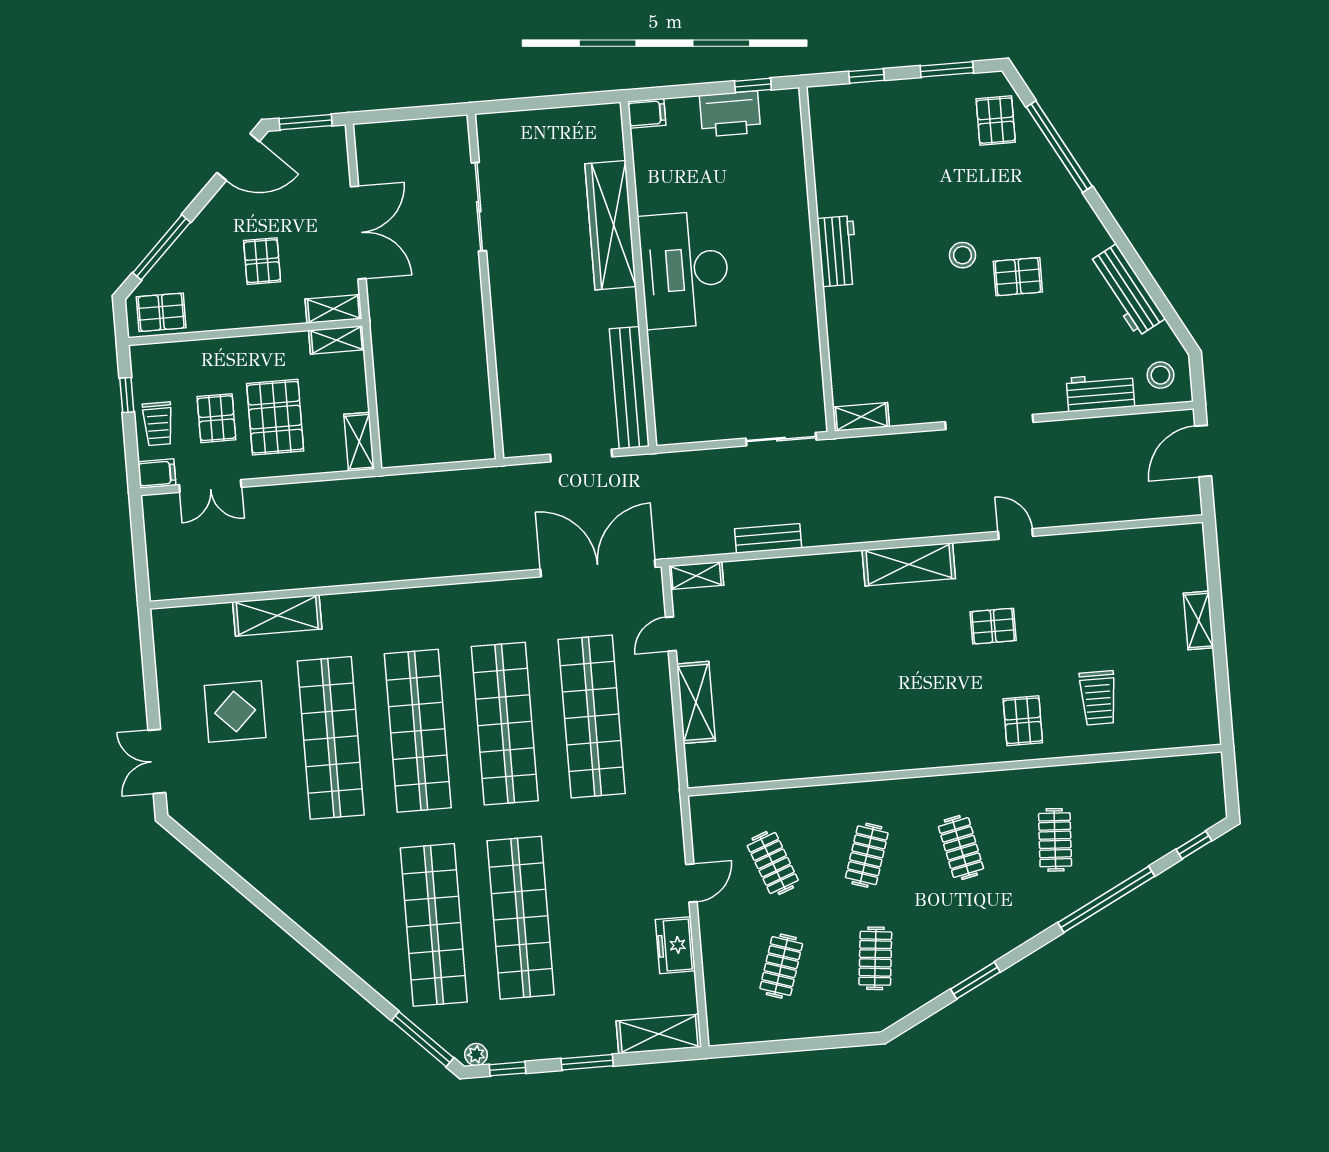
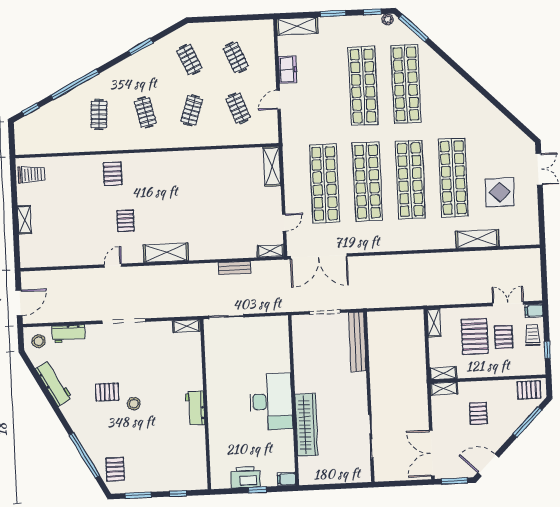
window: (753, 85) -> (257, 490), moved
double door: (358, 233) -> (432, 453), moved
bench: (629, 388) -> (357, 342), moved
door: (1015, 534) -> (113, 266), swing flipped
pallet: (993, 626) -> (126, 221), turned 90
trolley: (1098, 698) -> (31, 174), moved, turned 90
shelving: (696, 702) -> (272, 166), moved
clothes rail: (875, 958) -> (189, 60), turned -30
clothes rail: (781, 966) -> (236, 57), turned -42

